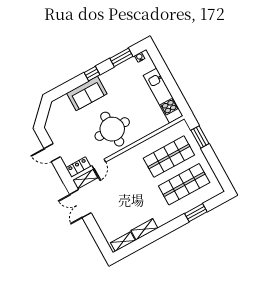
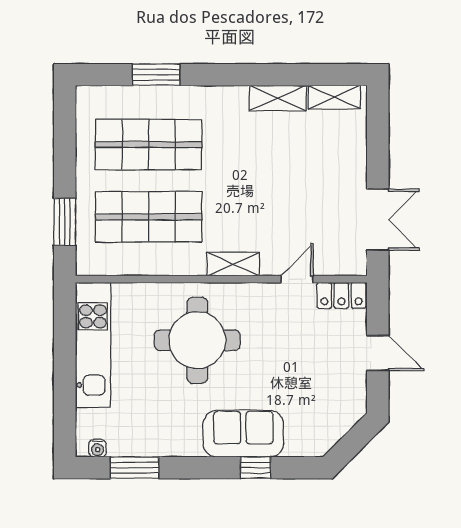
window: (92, 74) -> (256, 468), moved
round table: (112, 129) -> (197, 340), moved
shelving: (85, 179) -> (233, 264), moved

